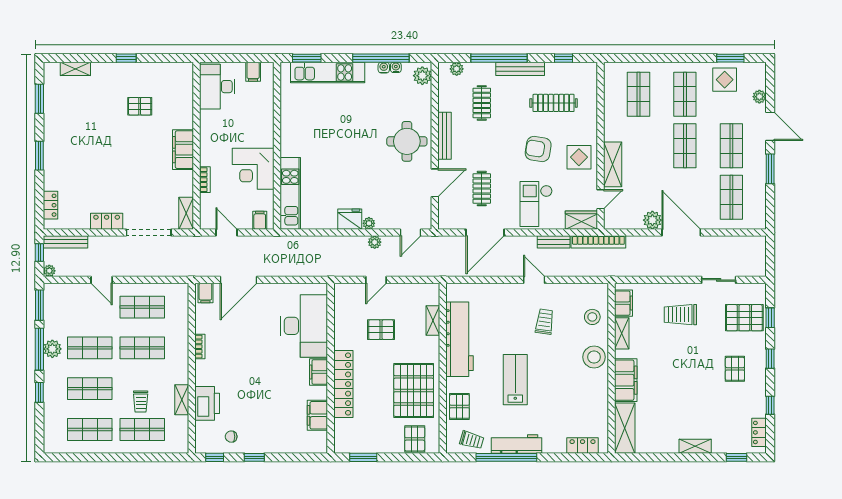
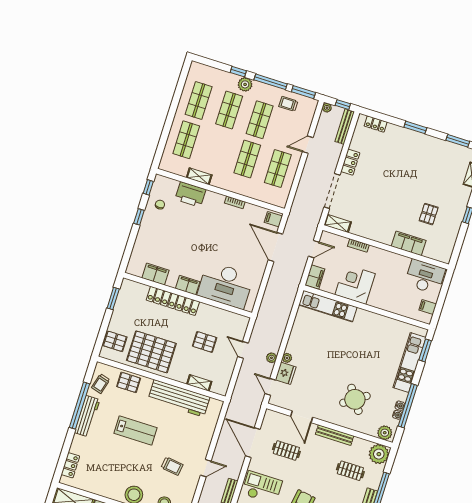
plant: (457, 69) -> (379, 454), width x1.88, depth x1.88
round table: (407, 141) -> (355, 399), moved, turned -34
filing cabinet: (183, 150) -> (409, 243), moved
fridge: (350, 219) -> (286, 373), moved
filing cabinet: (260, 220) -> (315, 277), width x2.00
pallet: (381, 330) -> (205, 342), turned 90
plant: (52, 349) -> (245, 84), moved
trolley: (141, 401) -> (288, 104), moved

